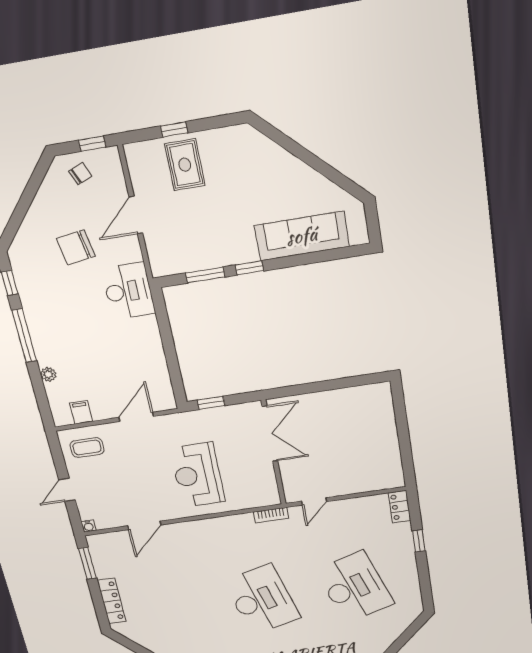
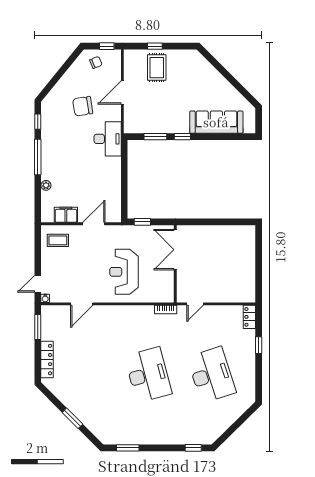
filing cabinet: (81, 412) -> (66, 215), width x2.00
double door: (270, 434) -> (175, 250), swing flipped
door: (67, 490) -> (38, 284), moved

